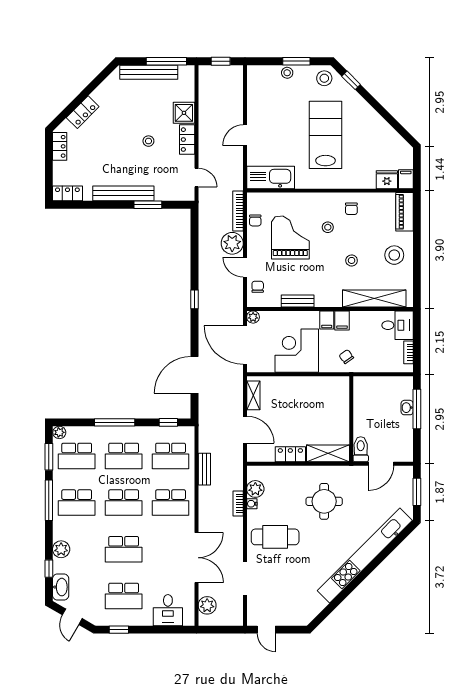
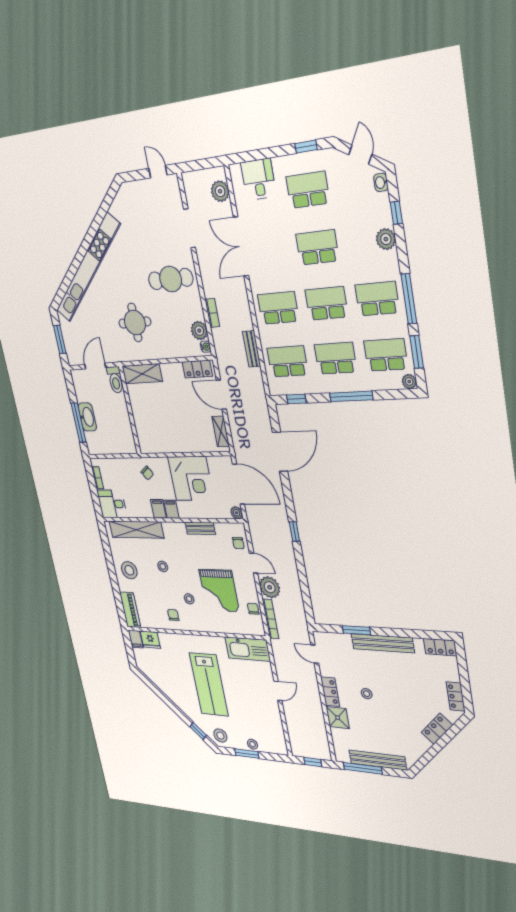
washbasin: (407, 408) -> (87, 417), width x1.91, depth x1.45
locker: (290, 454) -> (197, 369), moved
water cooler: (252, 504) -> (206, 347), moved
washbasin: (61, 587) -> (381, 182), width x0.52, depth x0.69

